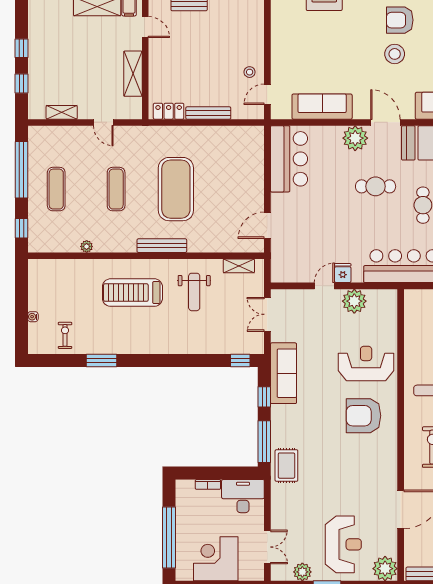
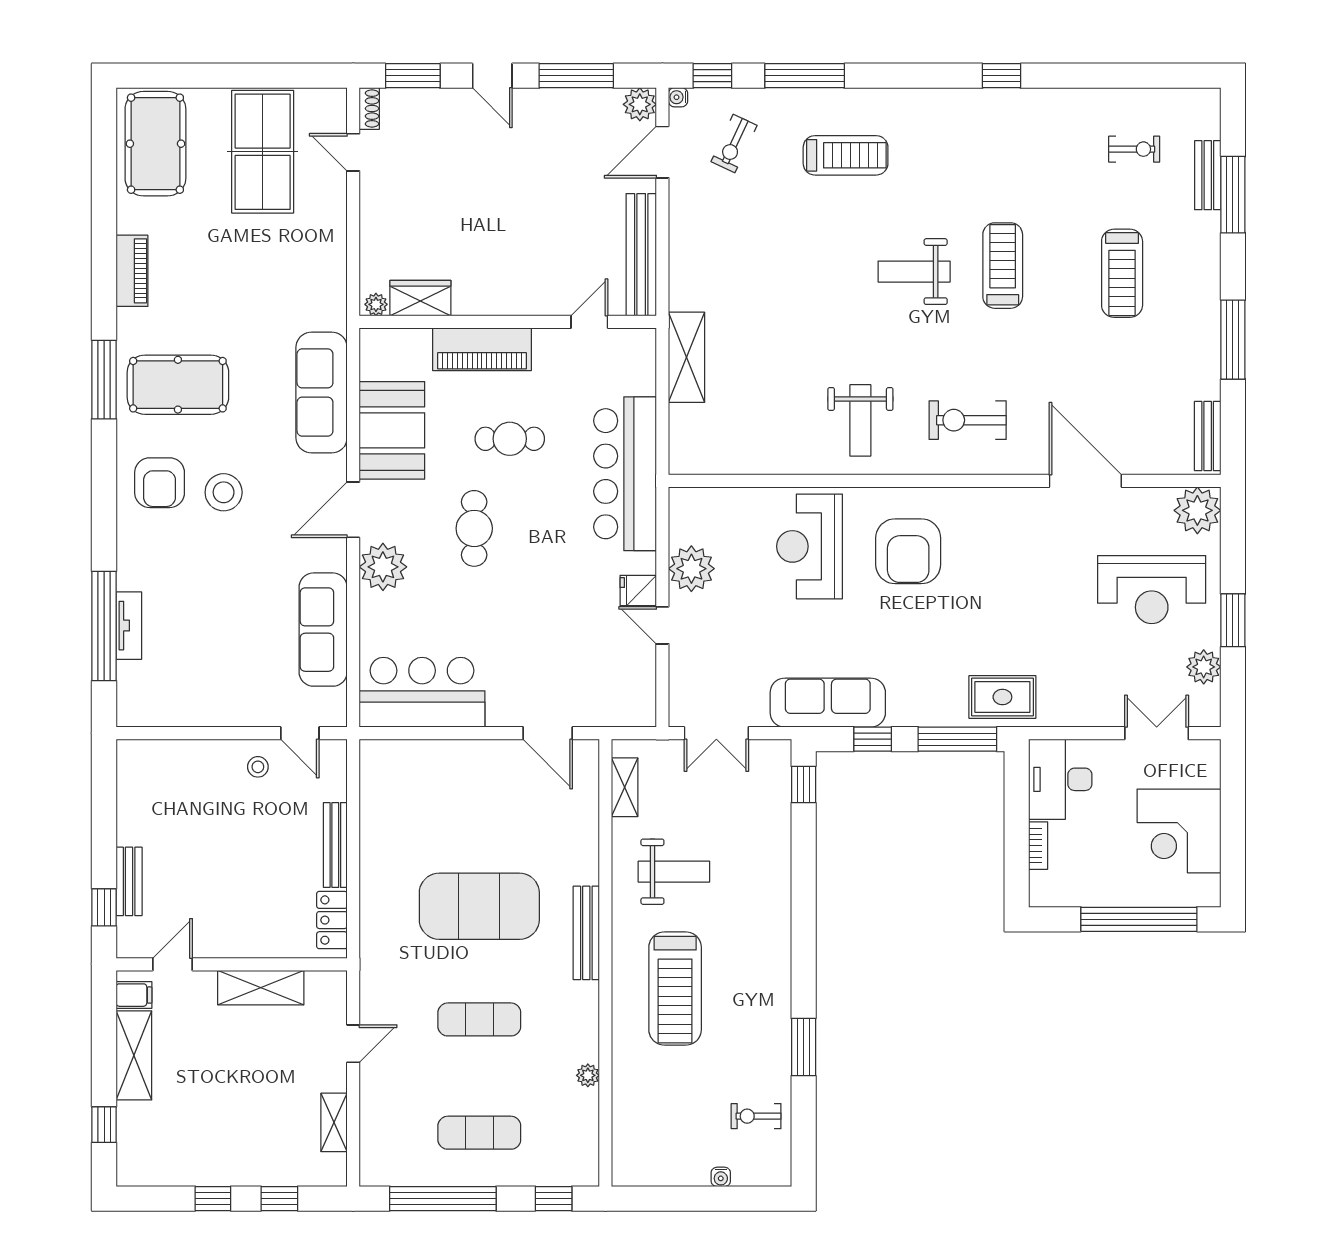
reception desk: (343, 544) -> (1152, 590), turned 180

